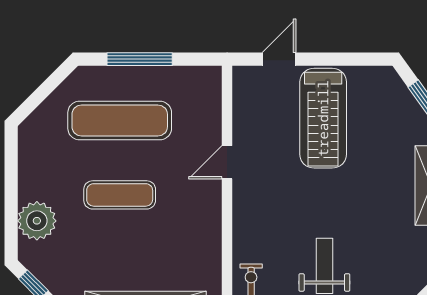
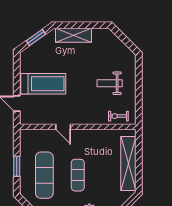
window: (140, 59) -> (17, 166), width x0.69

